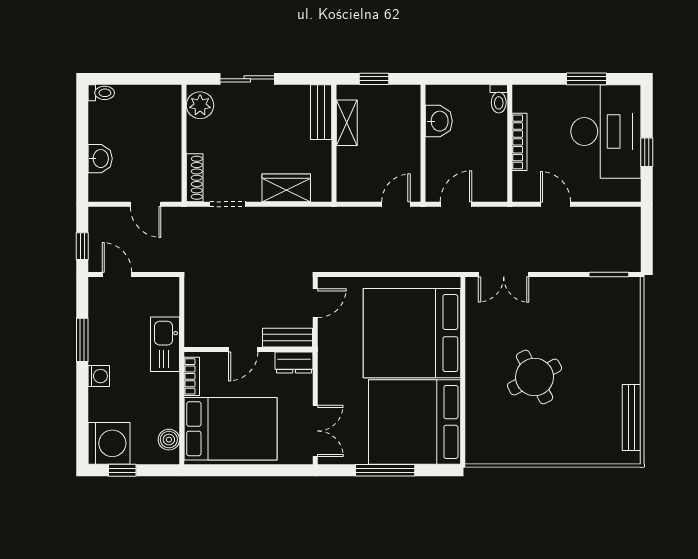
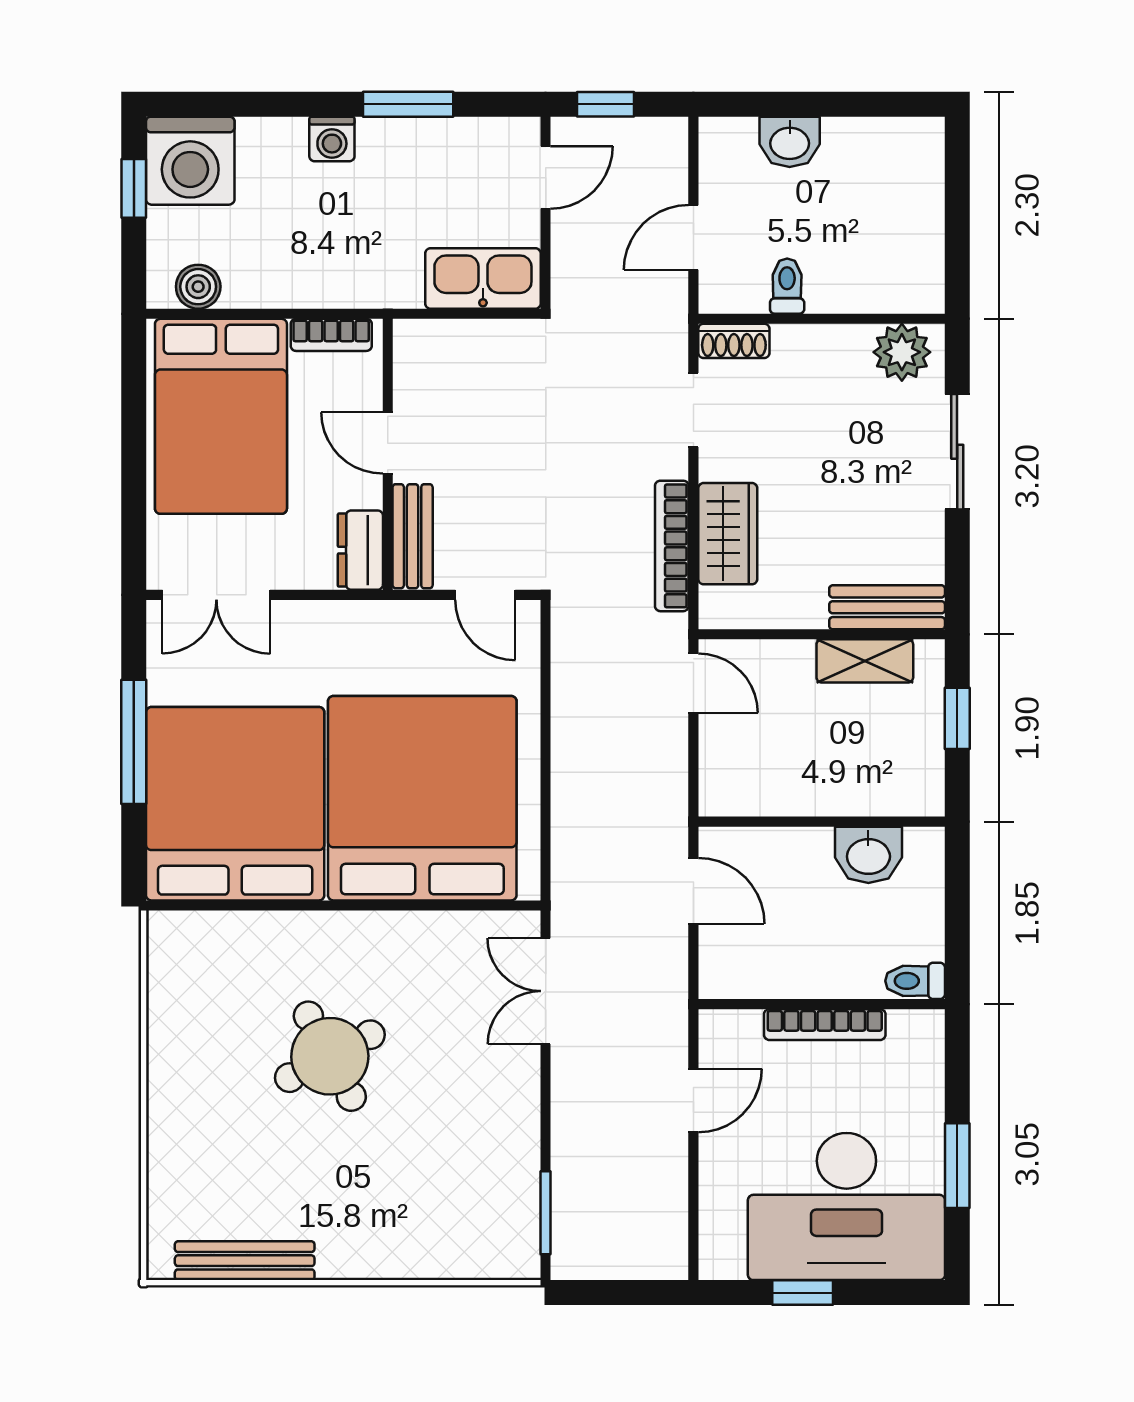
toilet: (101, 93) -> (787, 286), moved, turned 180
shoe rack: (195, 178) -> (734, 341), width x0.70
door: (396, 204) -> (693, 683), moved
bookcase: (292, 215) -> (672, 546), added
kitchen sink: (165, 344) -> (483, 278), moved

